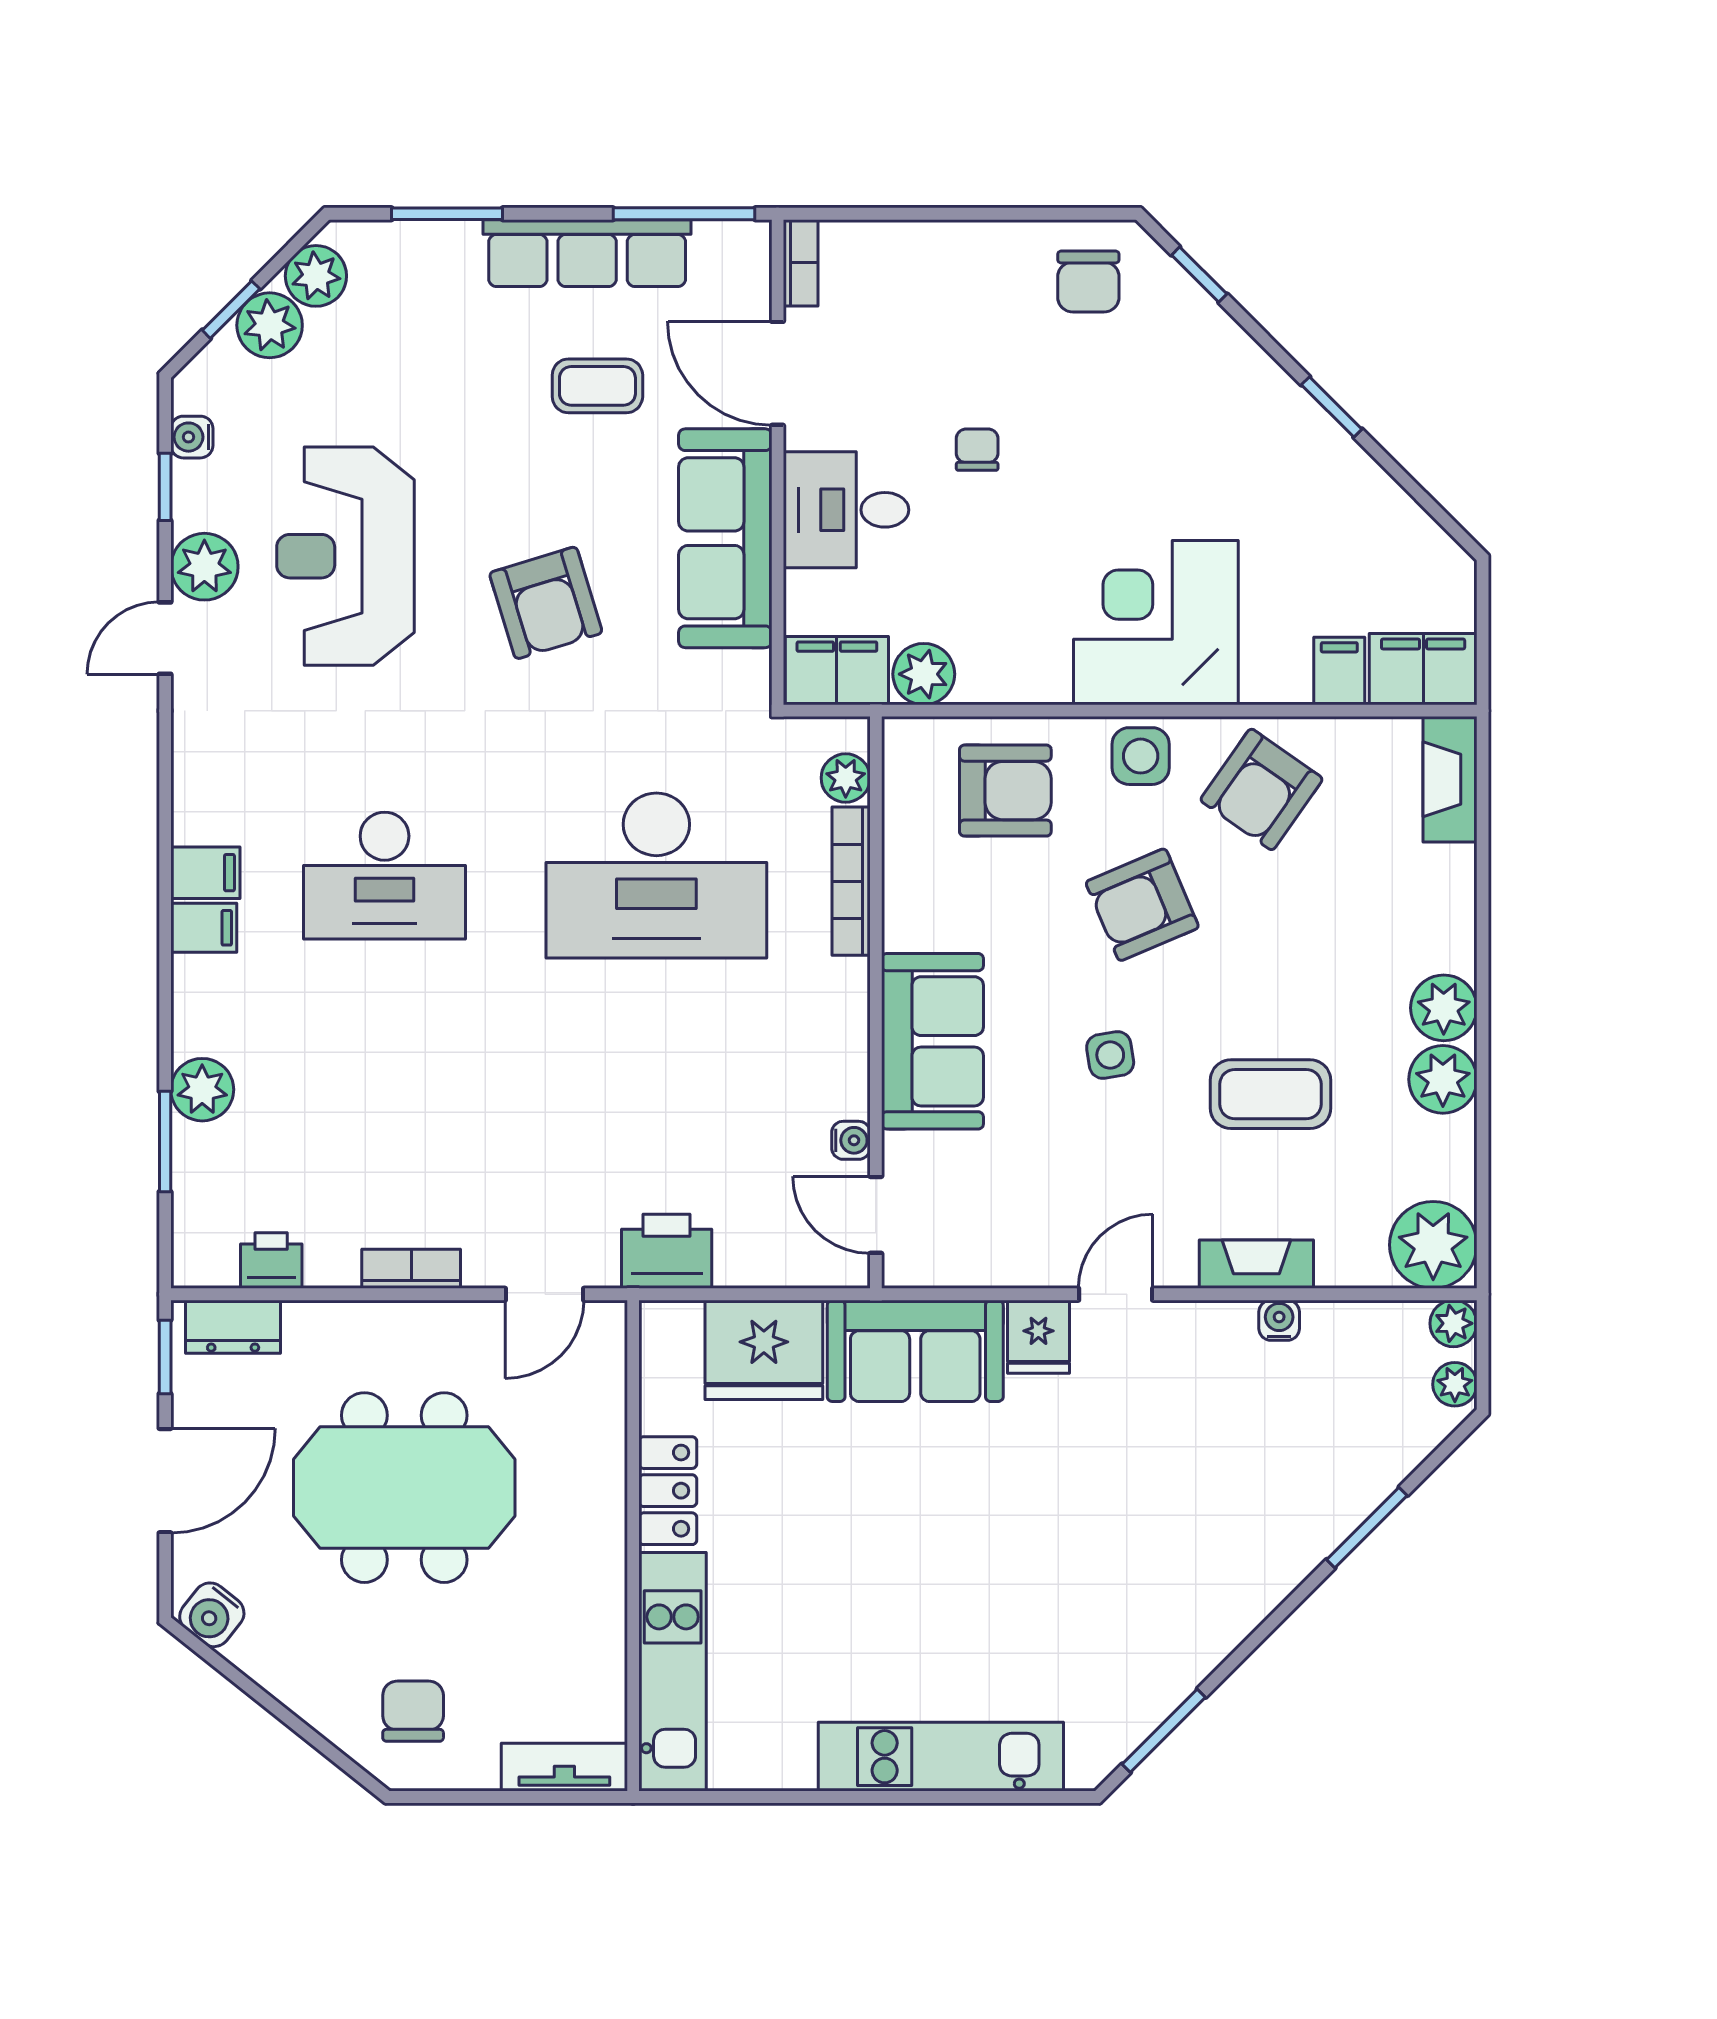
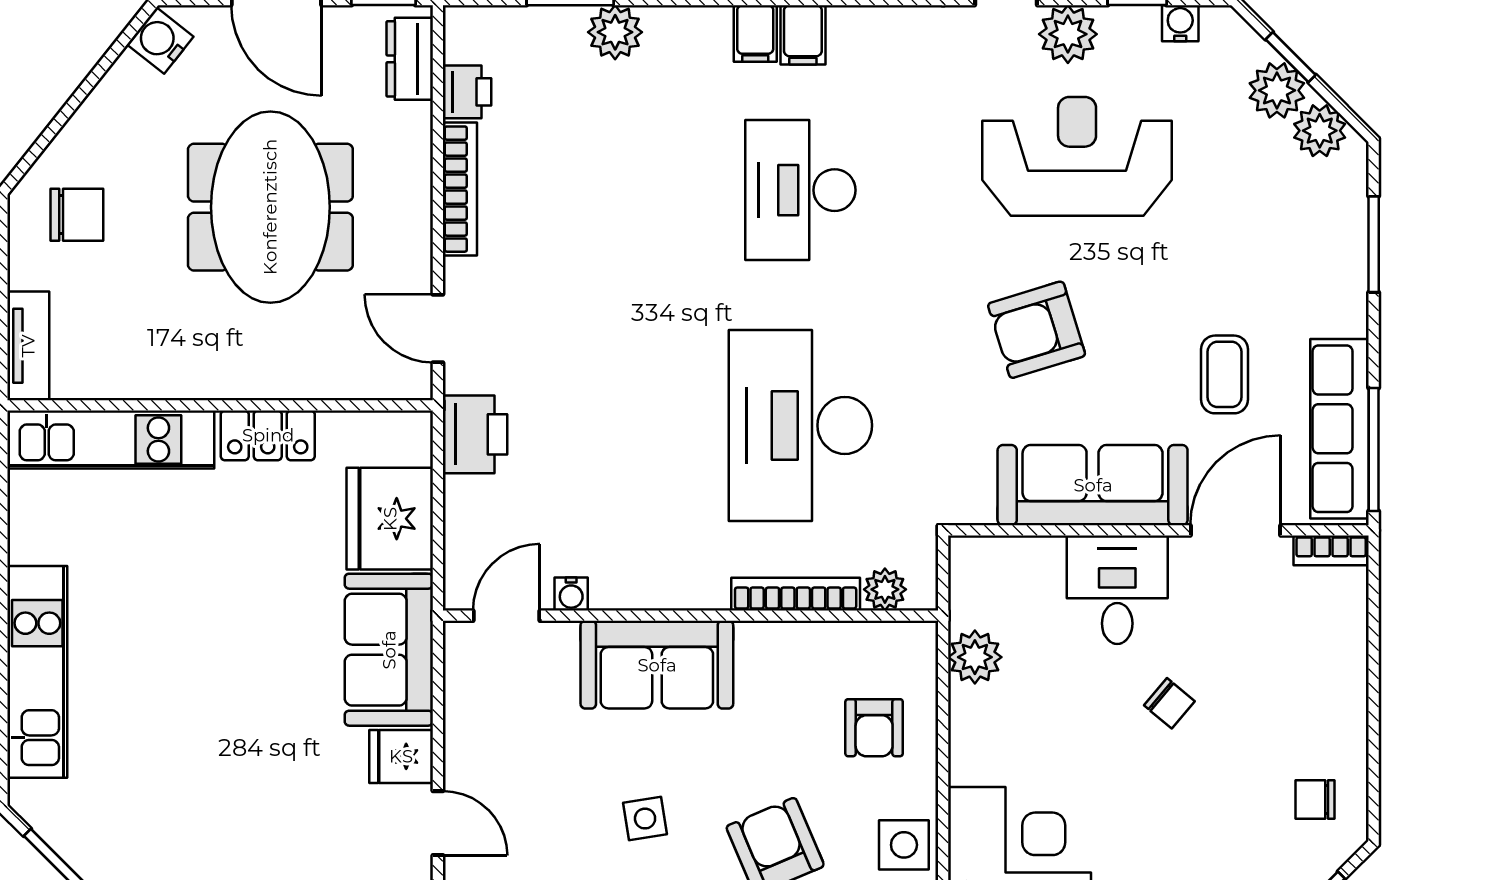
row of seats: (587, 253) -> (1340, 429), moved
chair: (1088, 281) -> (1315, 800), width x0.73, depth x0.73
chair: (977, 450) -> (1169, 703), turned 40
filing cabinet: (837, 671) -> (978, 582), removed
armchair: (1005, 791) -> (874, 728), width x0.72, depth x0.72
bookcase: (411, 1269) -> (460, 189), width x1.56

